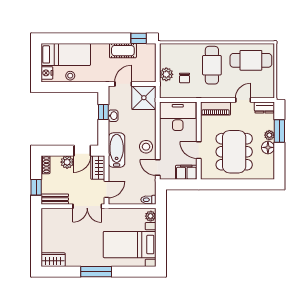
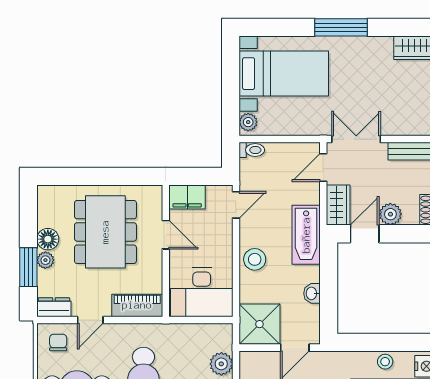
chair: (185, 78) -> (58, 342), moved
window: (103, 112) -> (329, 300), removed
stool: (146, 147) -> (255, 259), moved
door: (158, 168) -> (236, 205), hinge flipped

